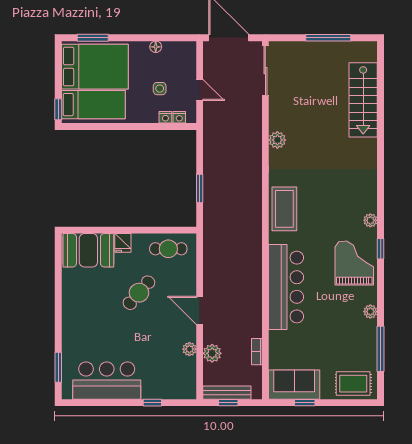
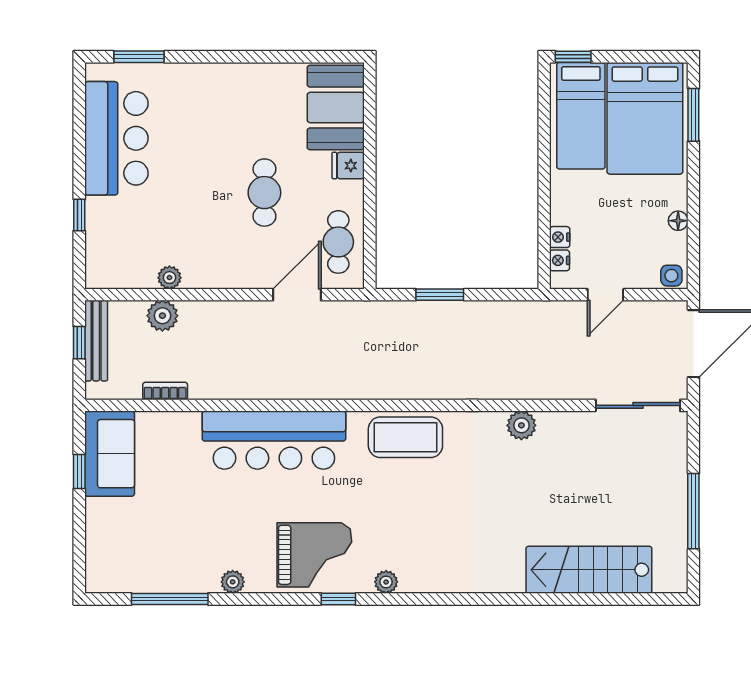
side table: (160, 89) -> (671, 276), moved
cafe table: (139, 293) -> (264, 193), turned 49
door: (200, 310) -> (297, 295), moved
rug: (353, 384) -> (111, 553), removed

